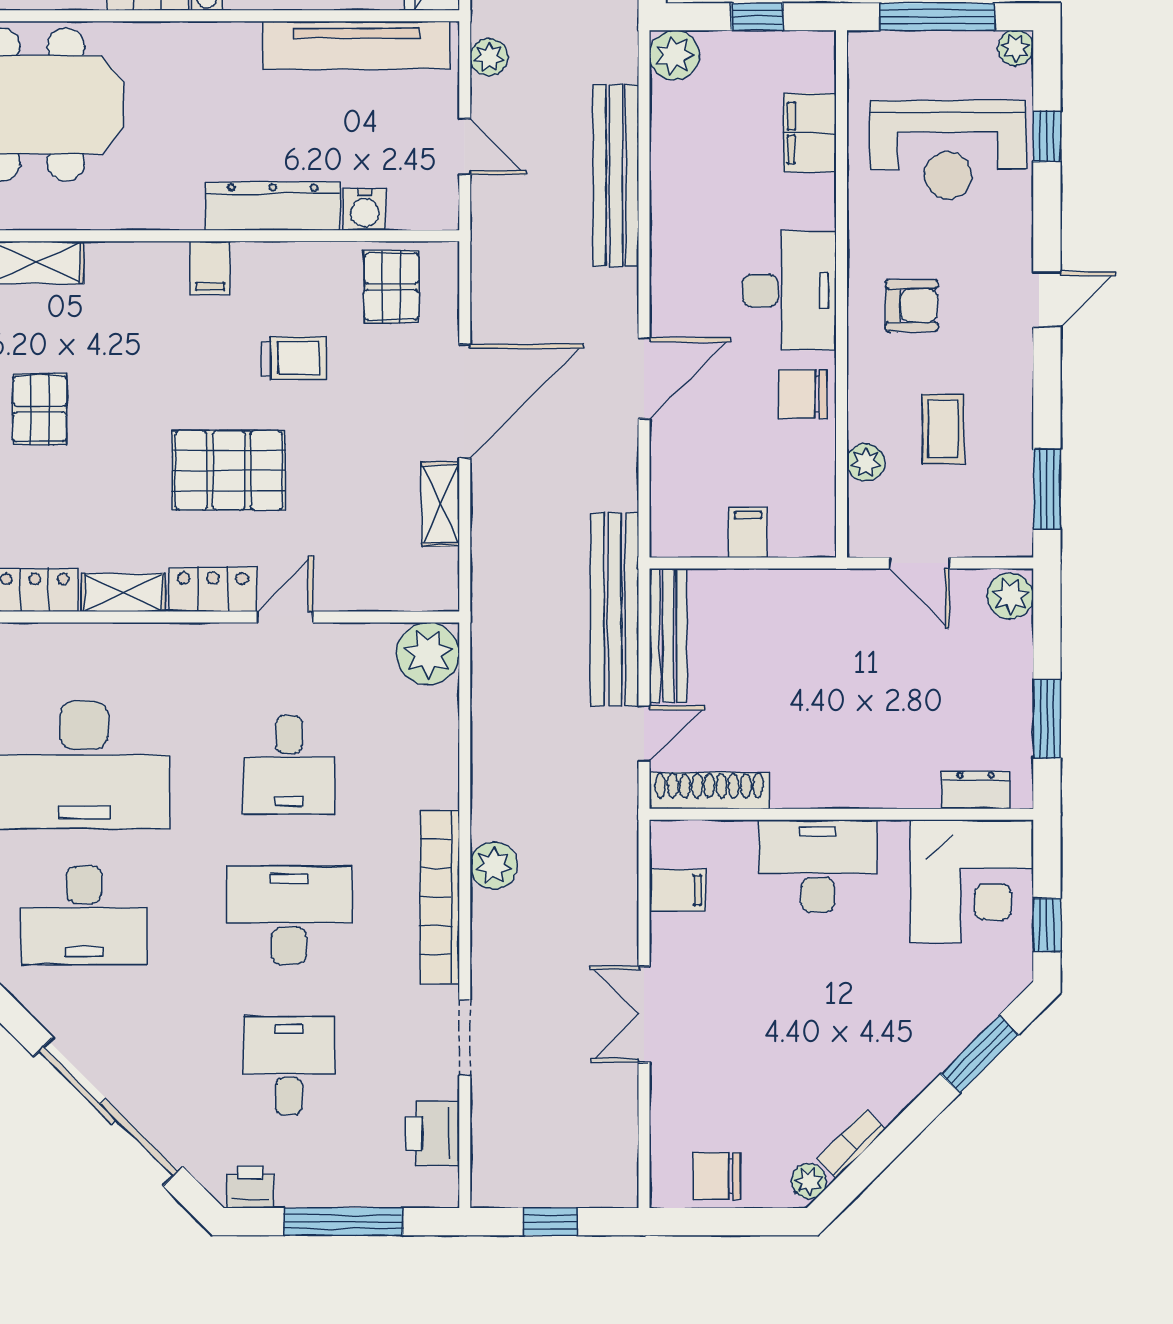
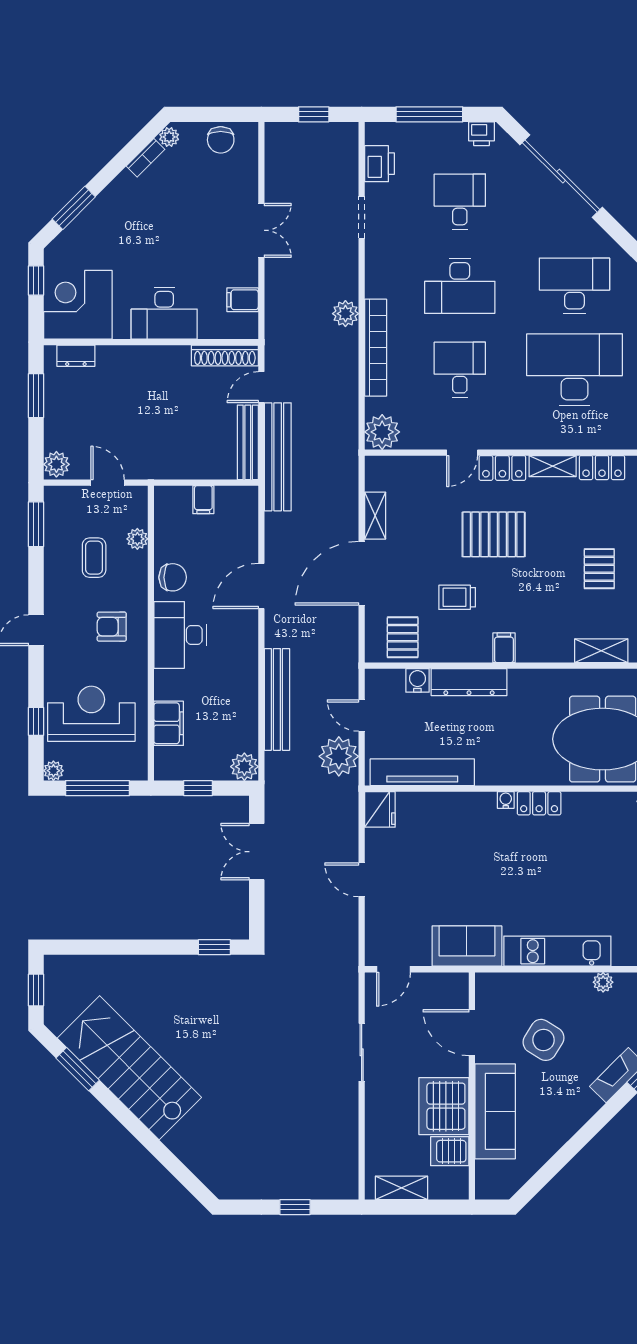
plant: (489, 57) -> (339, 756), width x1.87, depth x1.87
bookcase: (440, 897) -> (376, 348), moved
desk: (289, 1066) -> (460, 202), turned 180
chair: (717, 1176) -> (221, 140), turned 90

